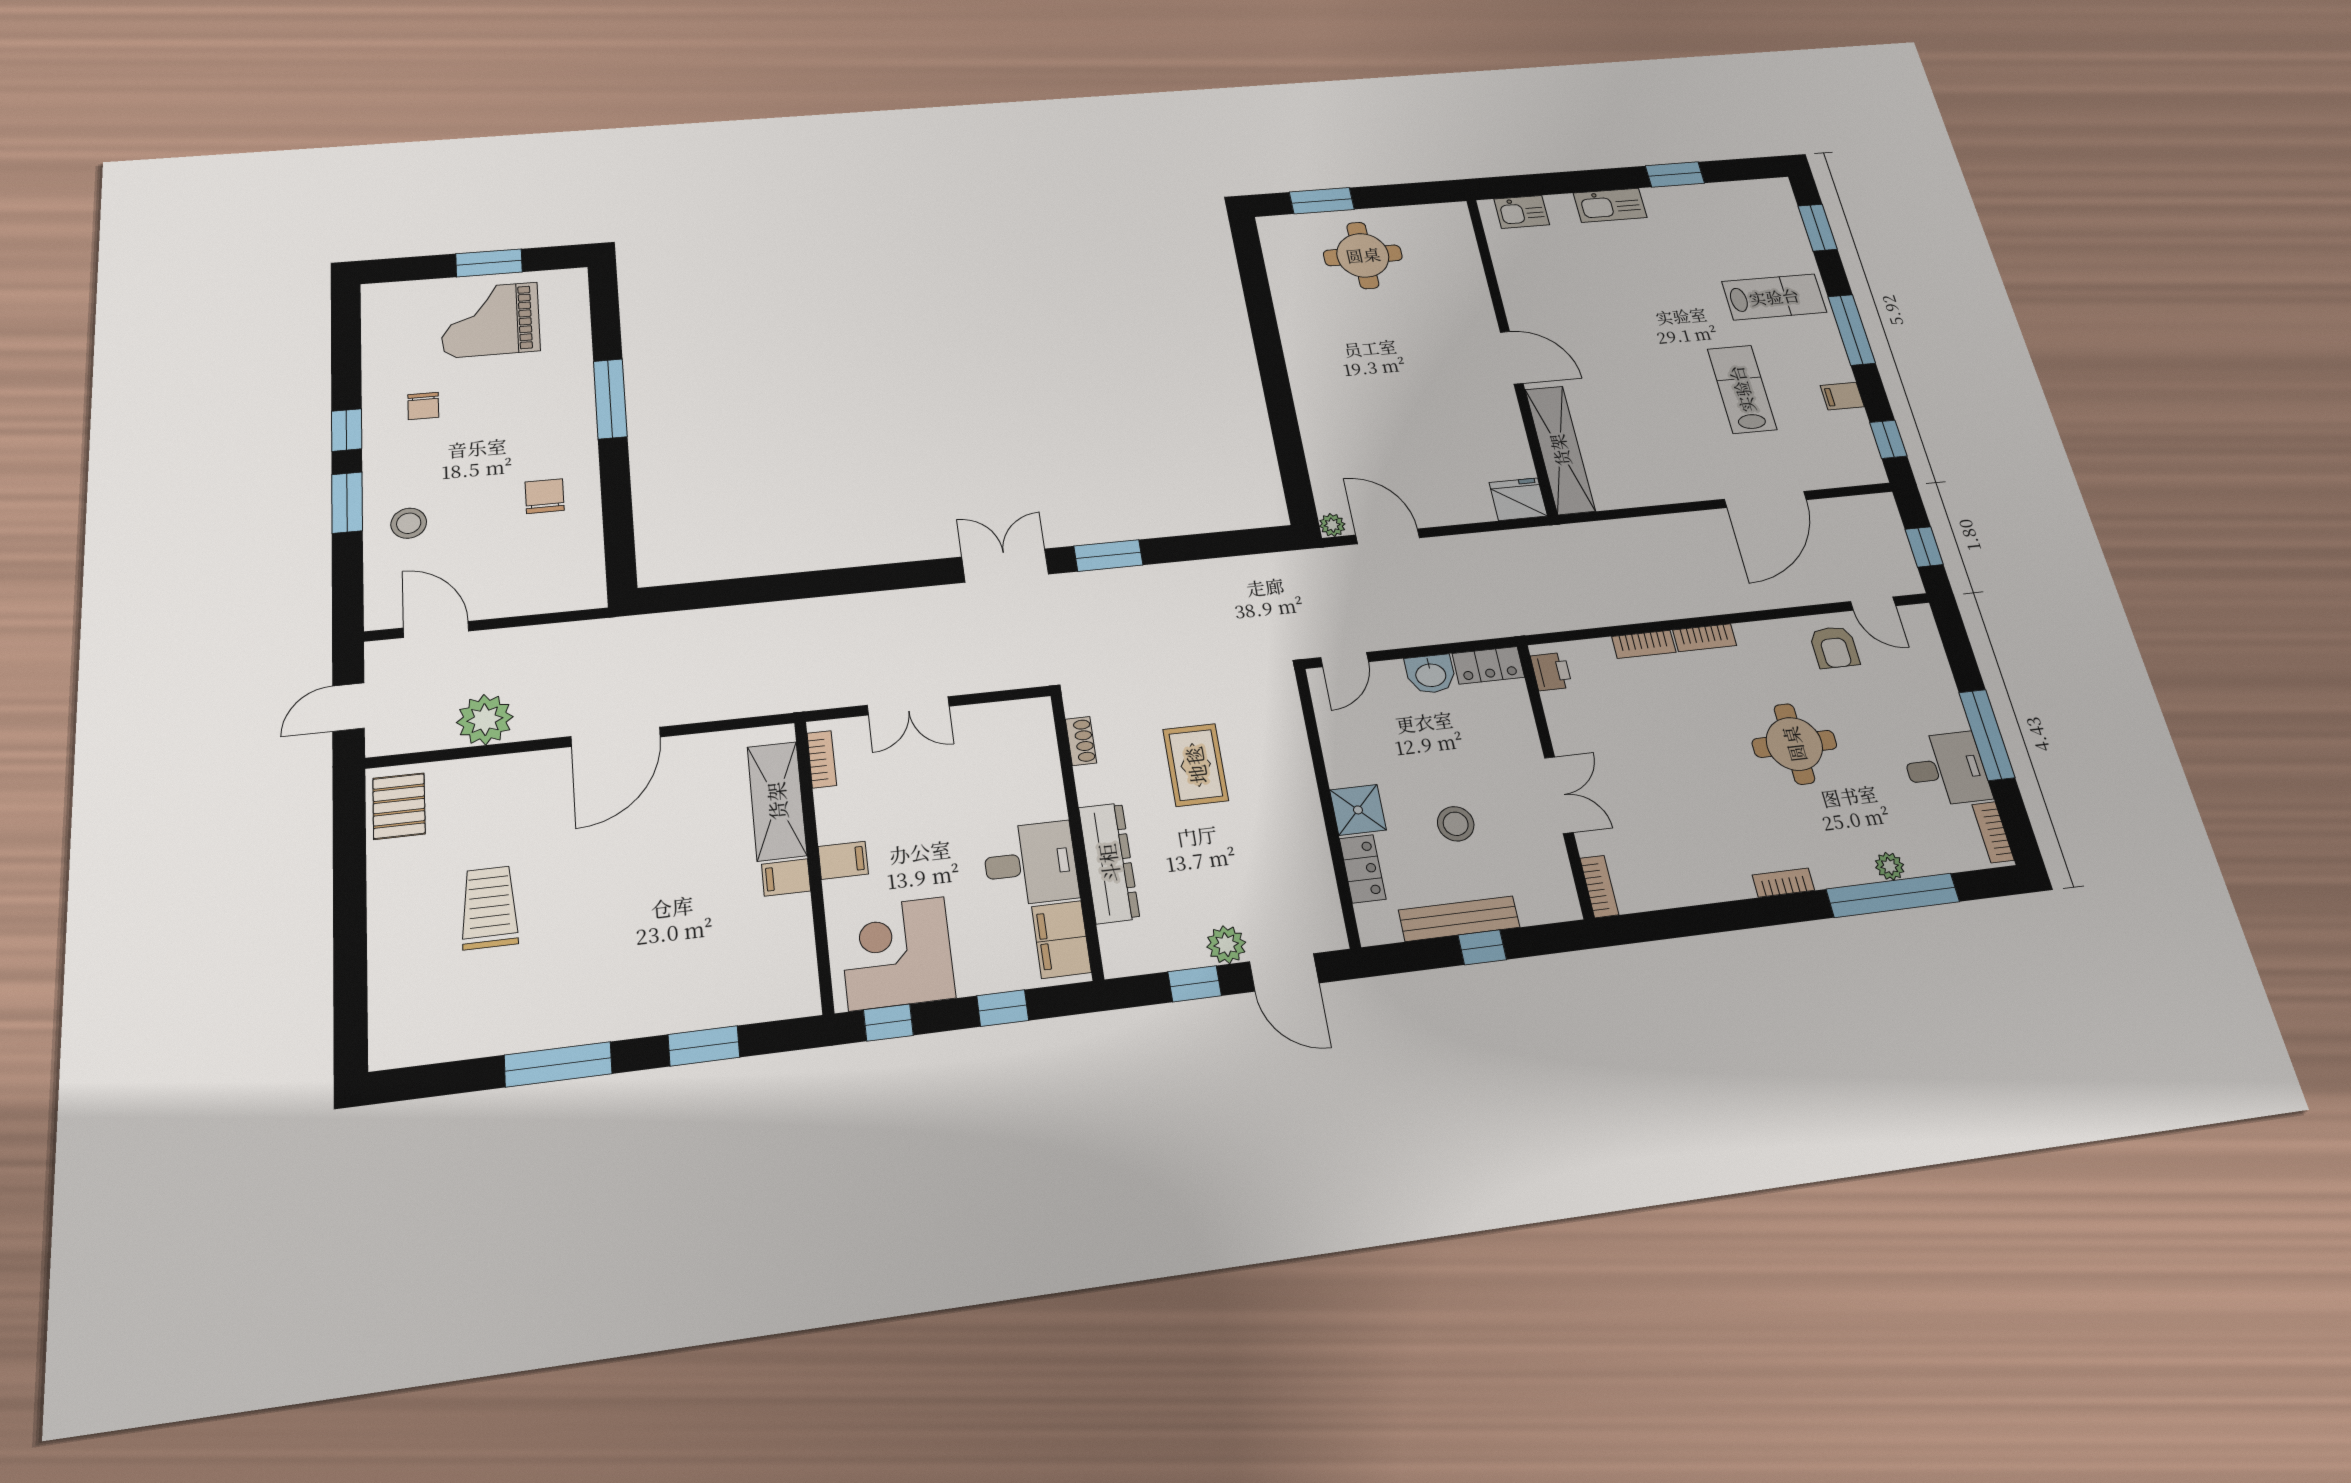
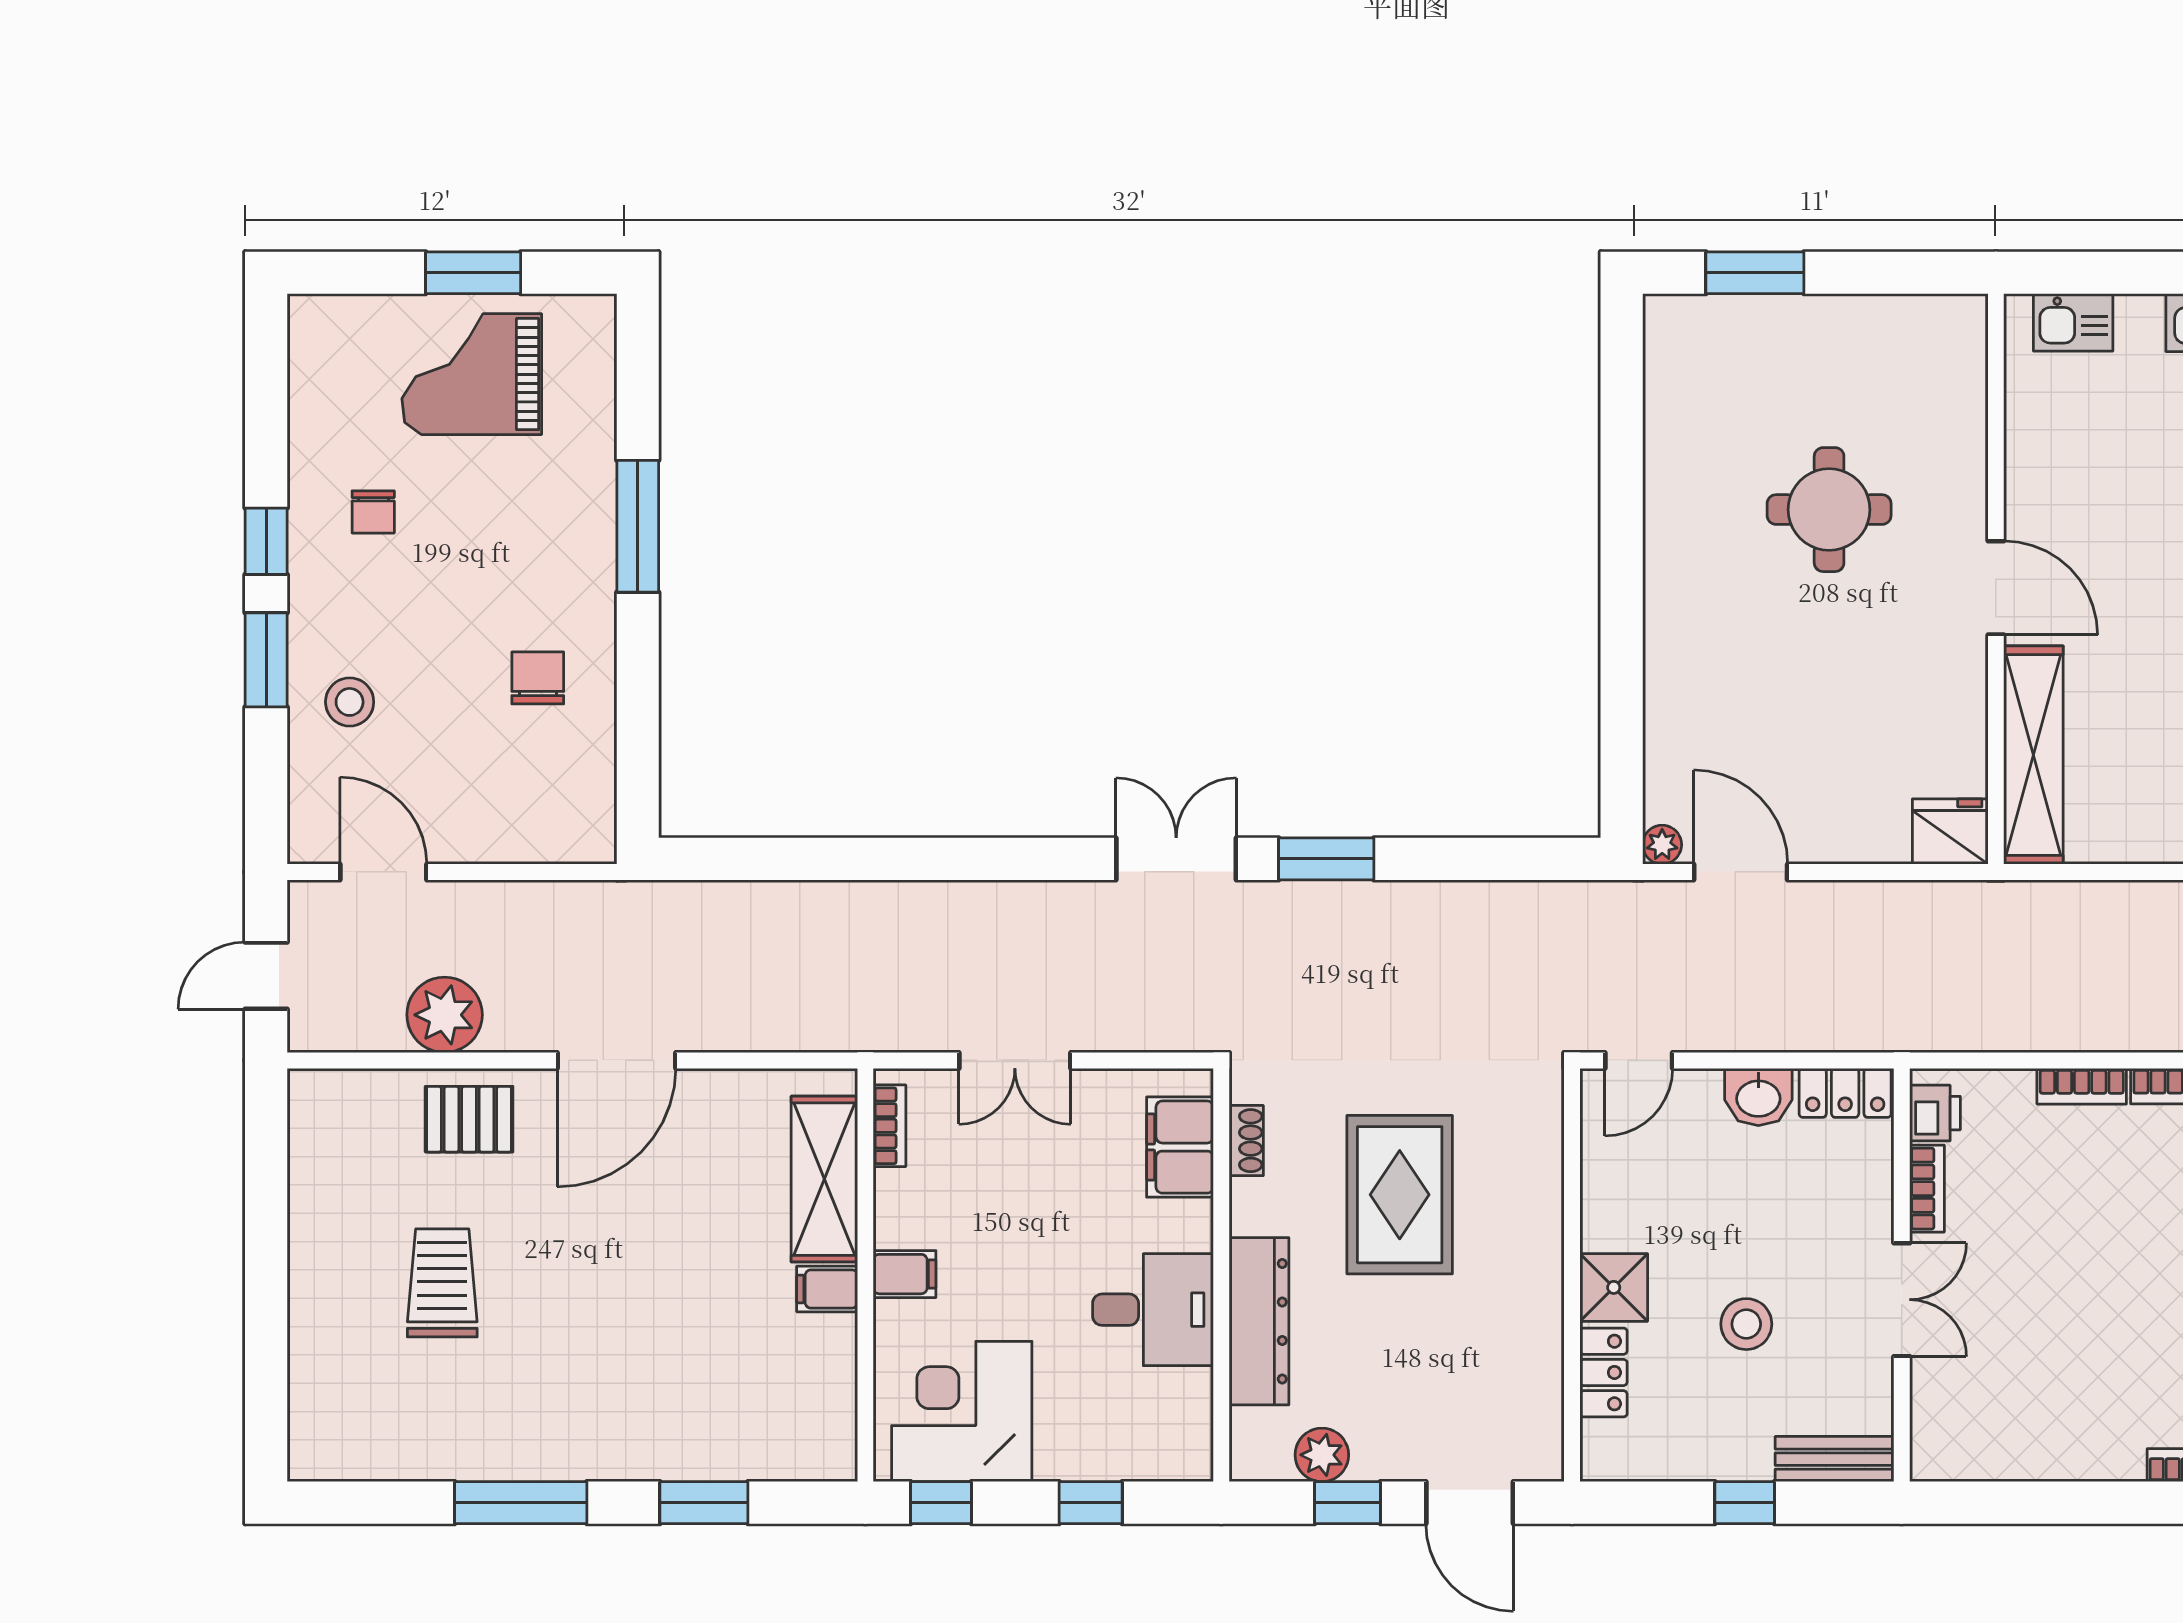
round table: (1363, 255) -> (1829, 510), moved
rug: (1196, 765) -> (1400, 1195), width x1.36, depth x1.43
pallet: (399, 806) -> (469, 1119), moved, turned 90
bookcase: (1599, 886) -> (1927, 1189), moved
bench: (1459, 919) -> (1835, 1459), moved, width x0.73
filing cabinet: (1061, 939) -> (1180, 1147), moved
plant: (1226, 945) -> (1322, 1455), moved

